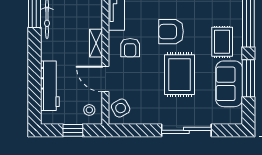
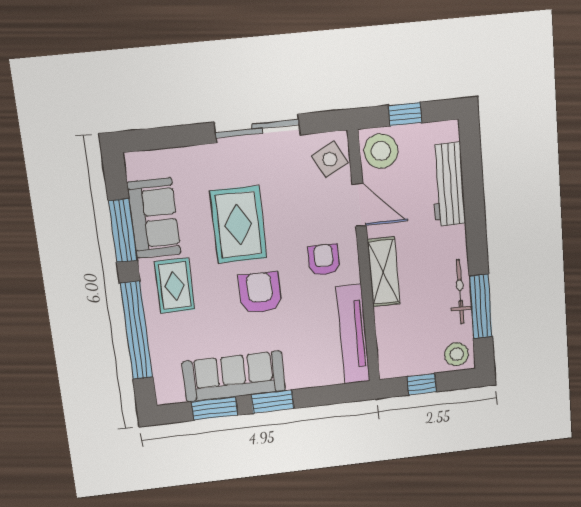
armchair: (171, 32) -> (260, 293), turned -90
shelving: (96, 43) -> (384, 272), width x1.50, depth x1.33
stool: (89, 110) -> (381, 151), width x1.89, depth x1.89
sliding door: (186, 130) -> (257, 129), moved

